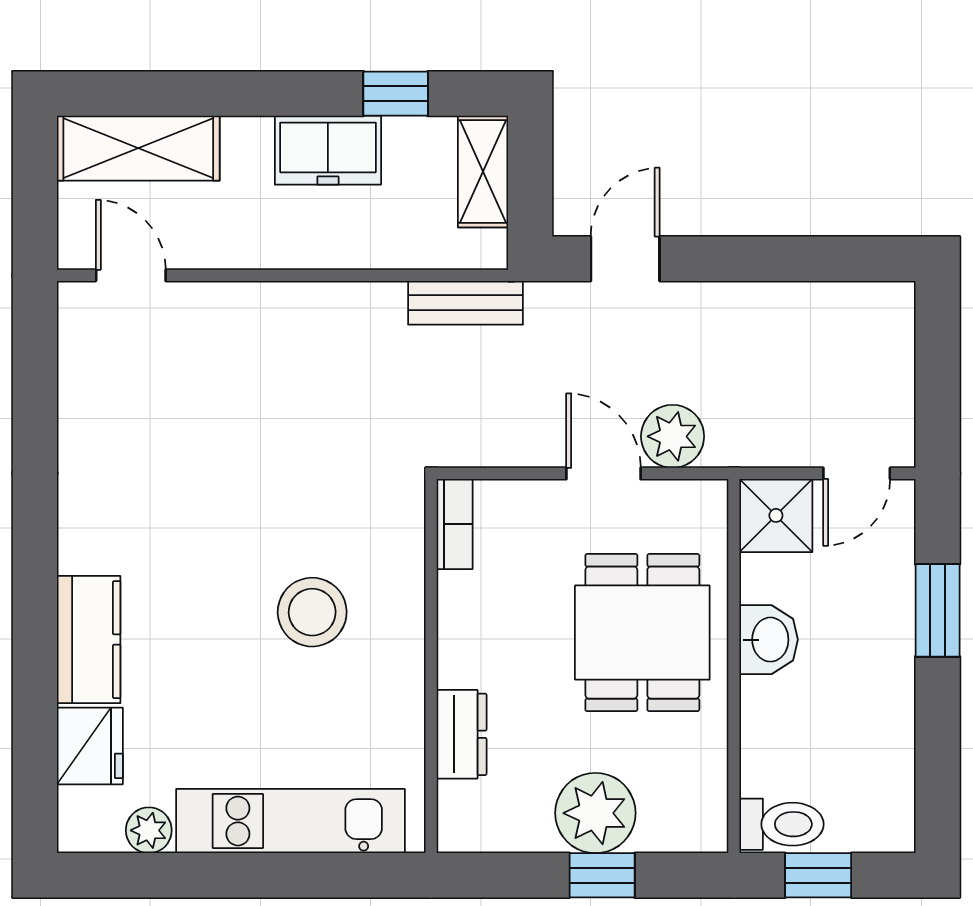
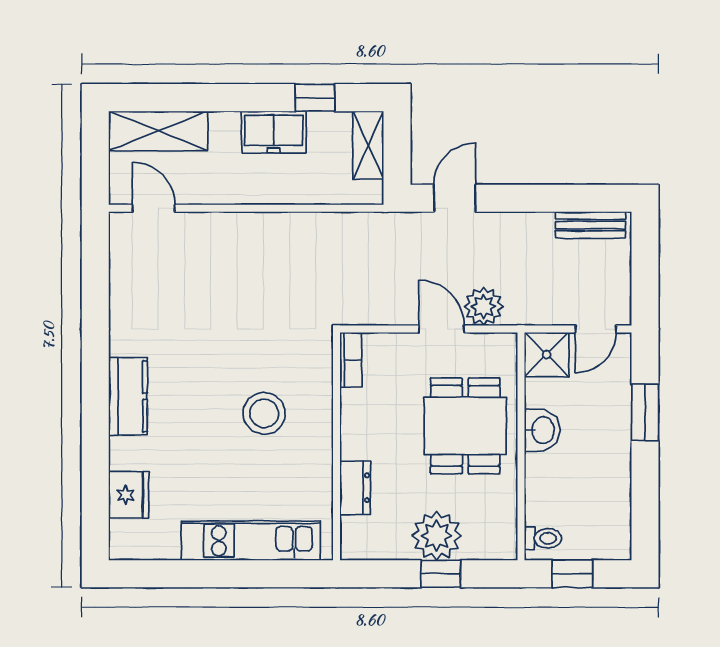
bench: (466, 303) -> (590, 225), moved
kitchen counter: (89, 640) -> (128, 396), moved
toilet: (782, 824) -> (543, 538), width x0.73, depth x0.72
plant: (149, 830) -> (165, 546), removed

